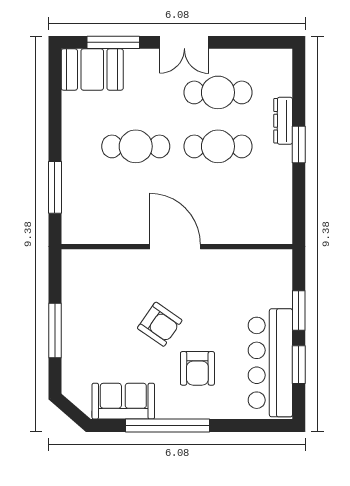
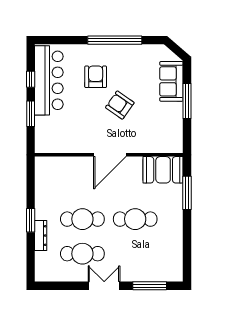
booth: (92, 69) -> (163, 170), moved
door: (175, 247) -> (110, 155), hinge flipped
window: (299, 365) -> (31, 79), width x0.67
sofa: (123, 401) -> (171, 81), moved, turned 90

